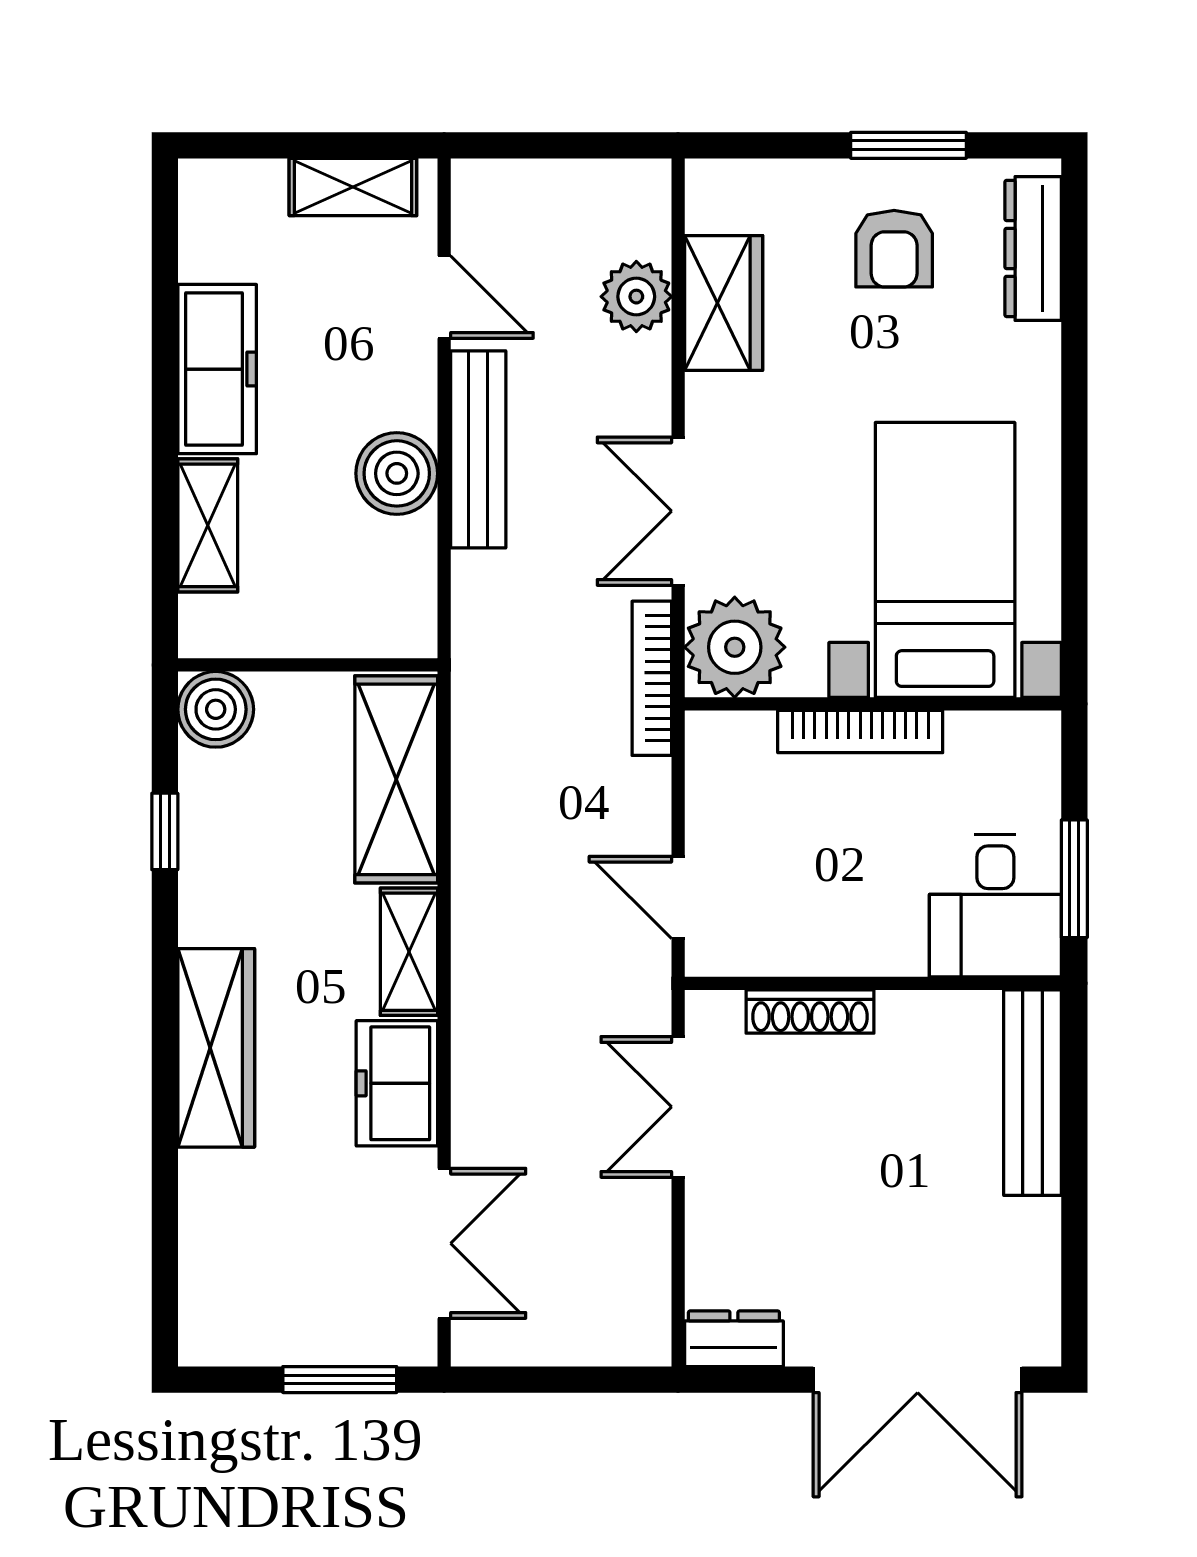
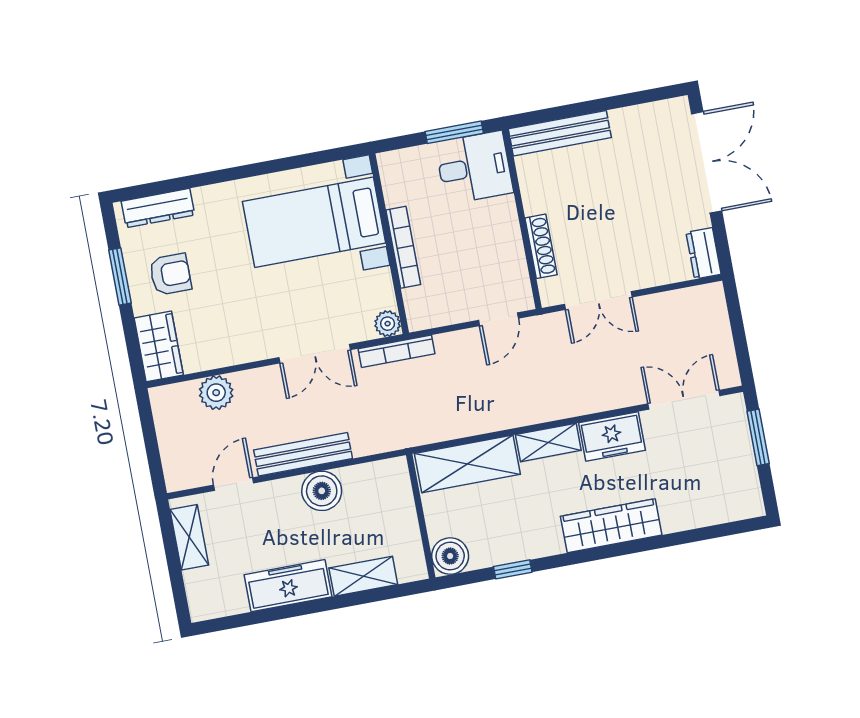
wardrobe: (724, 303) -> (159, 346), moved, turned 90
plant: (735, 647) -> (388, 324), width x0.53, depth x0.53

